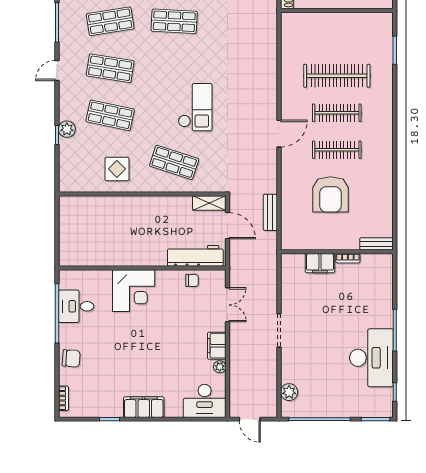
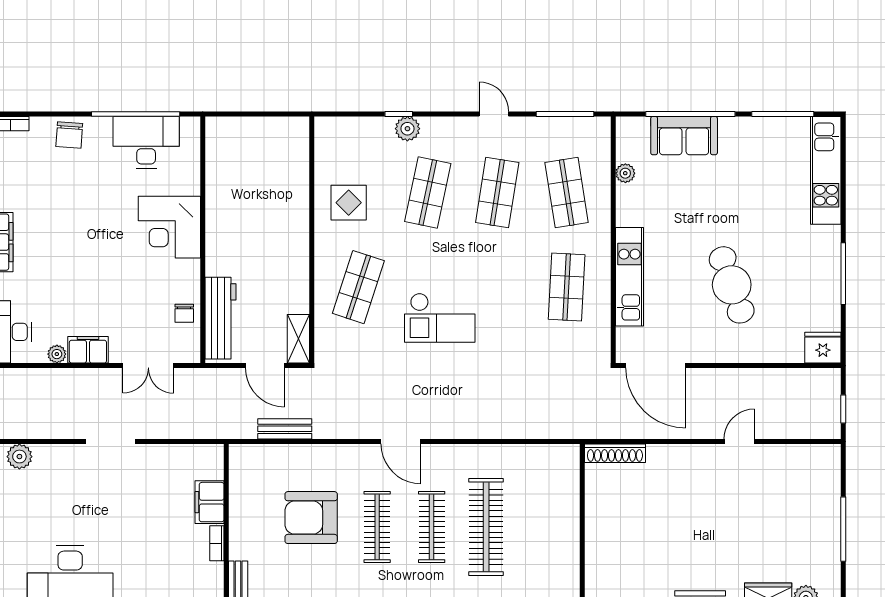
door: (227, 226) -> (265, 366), hinge flipped
desk: (76, 306) -> (146, 142), width x1.37

